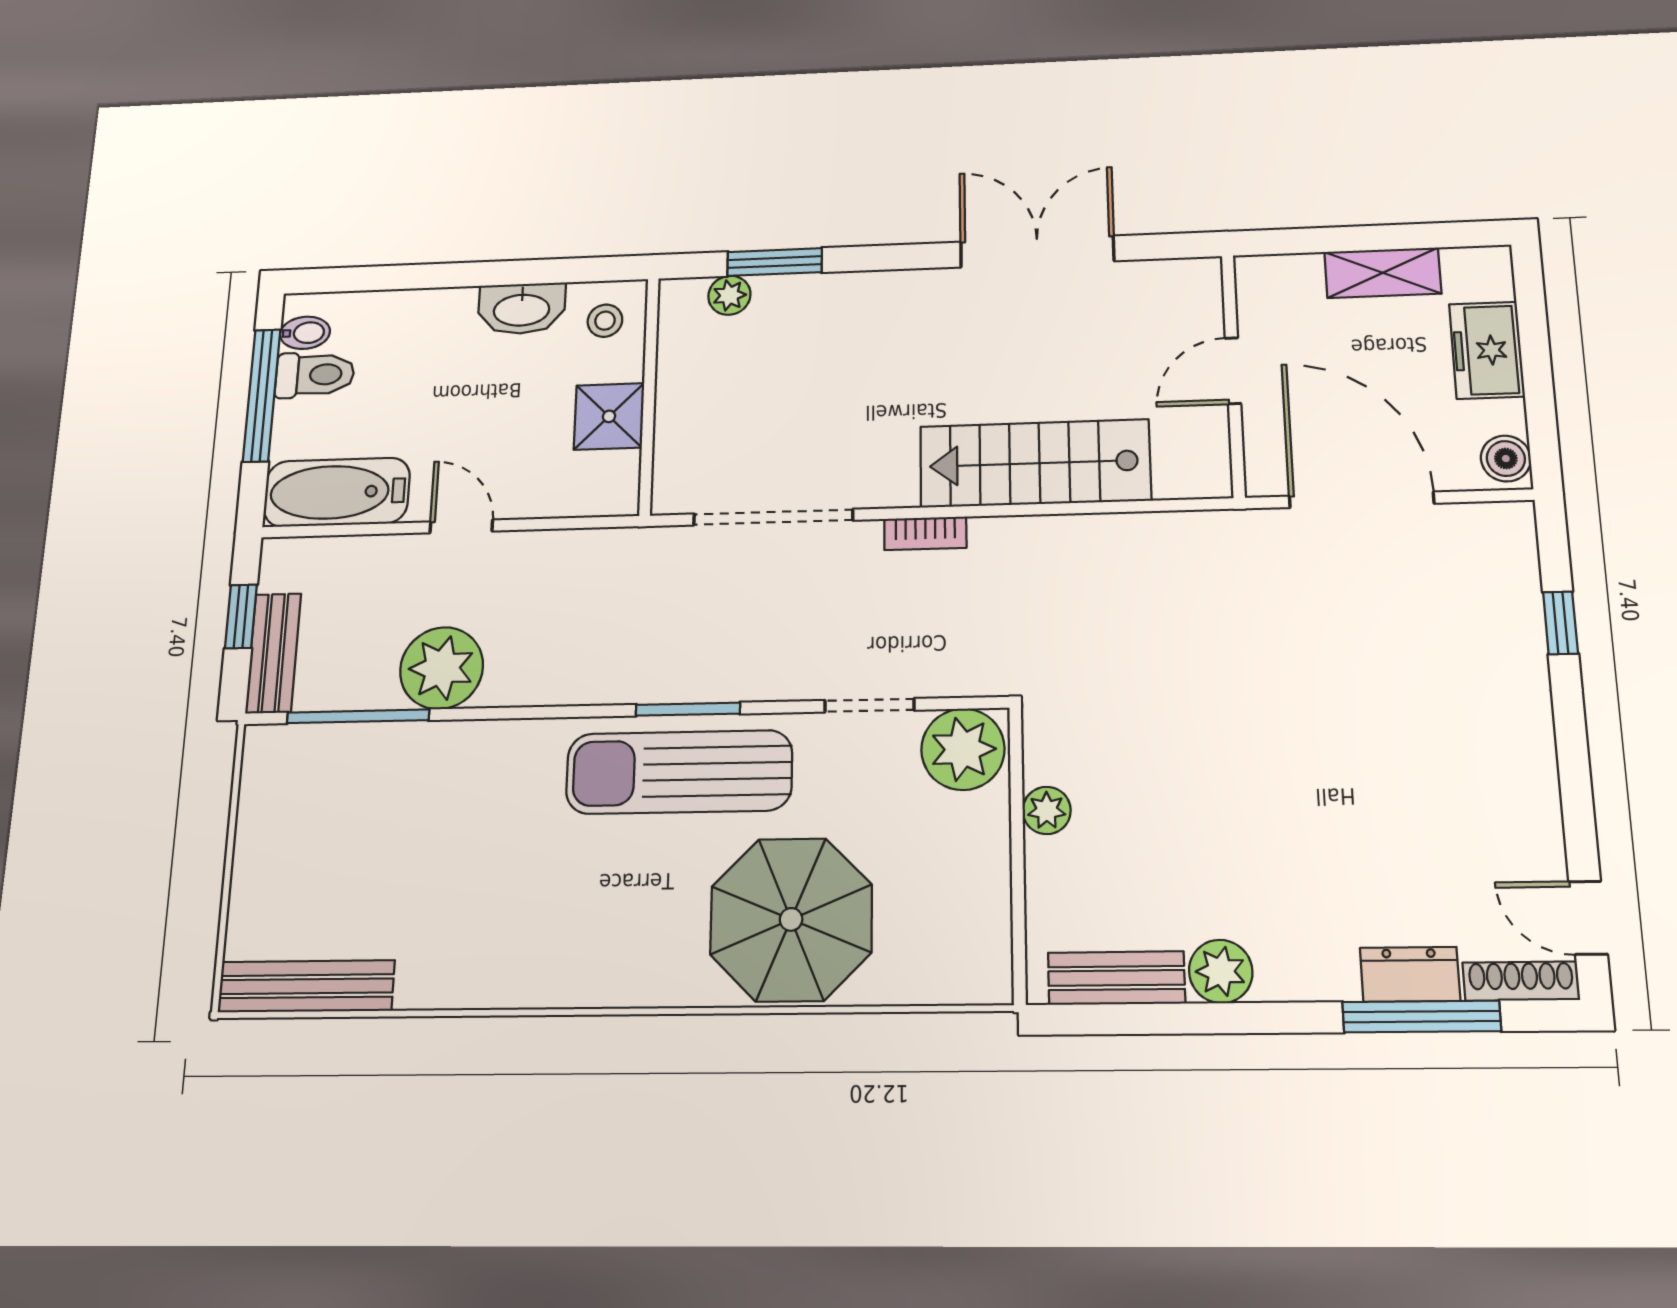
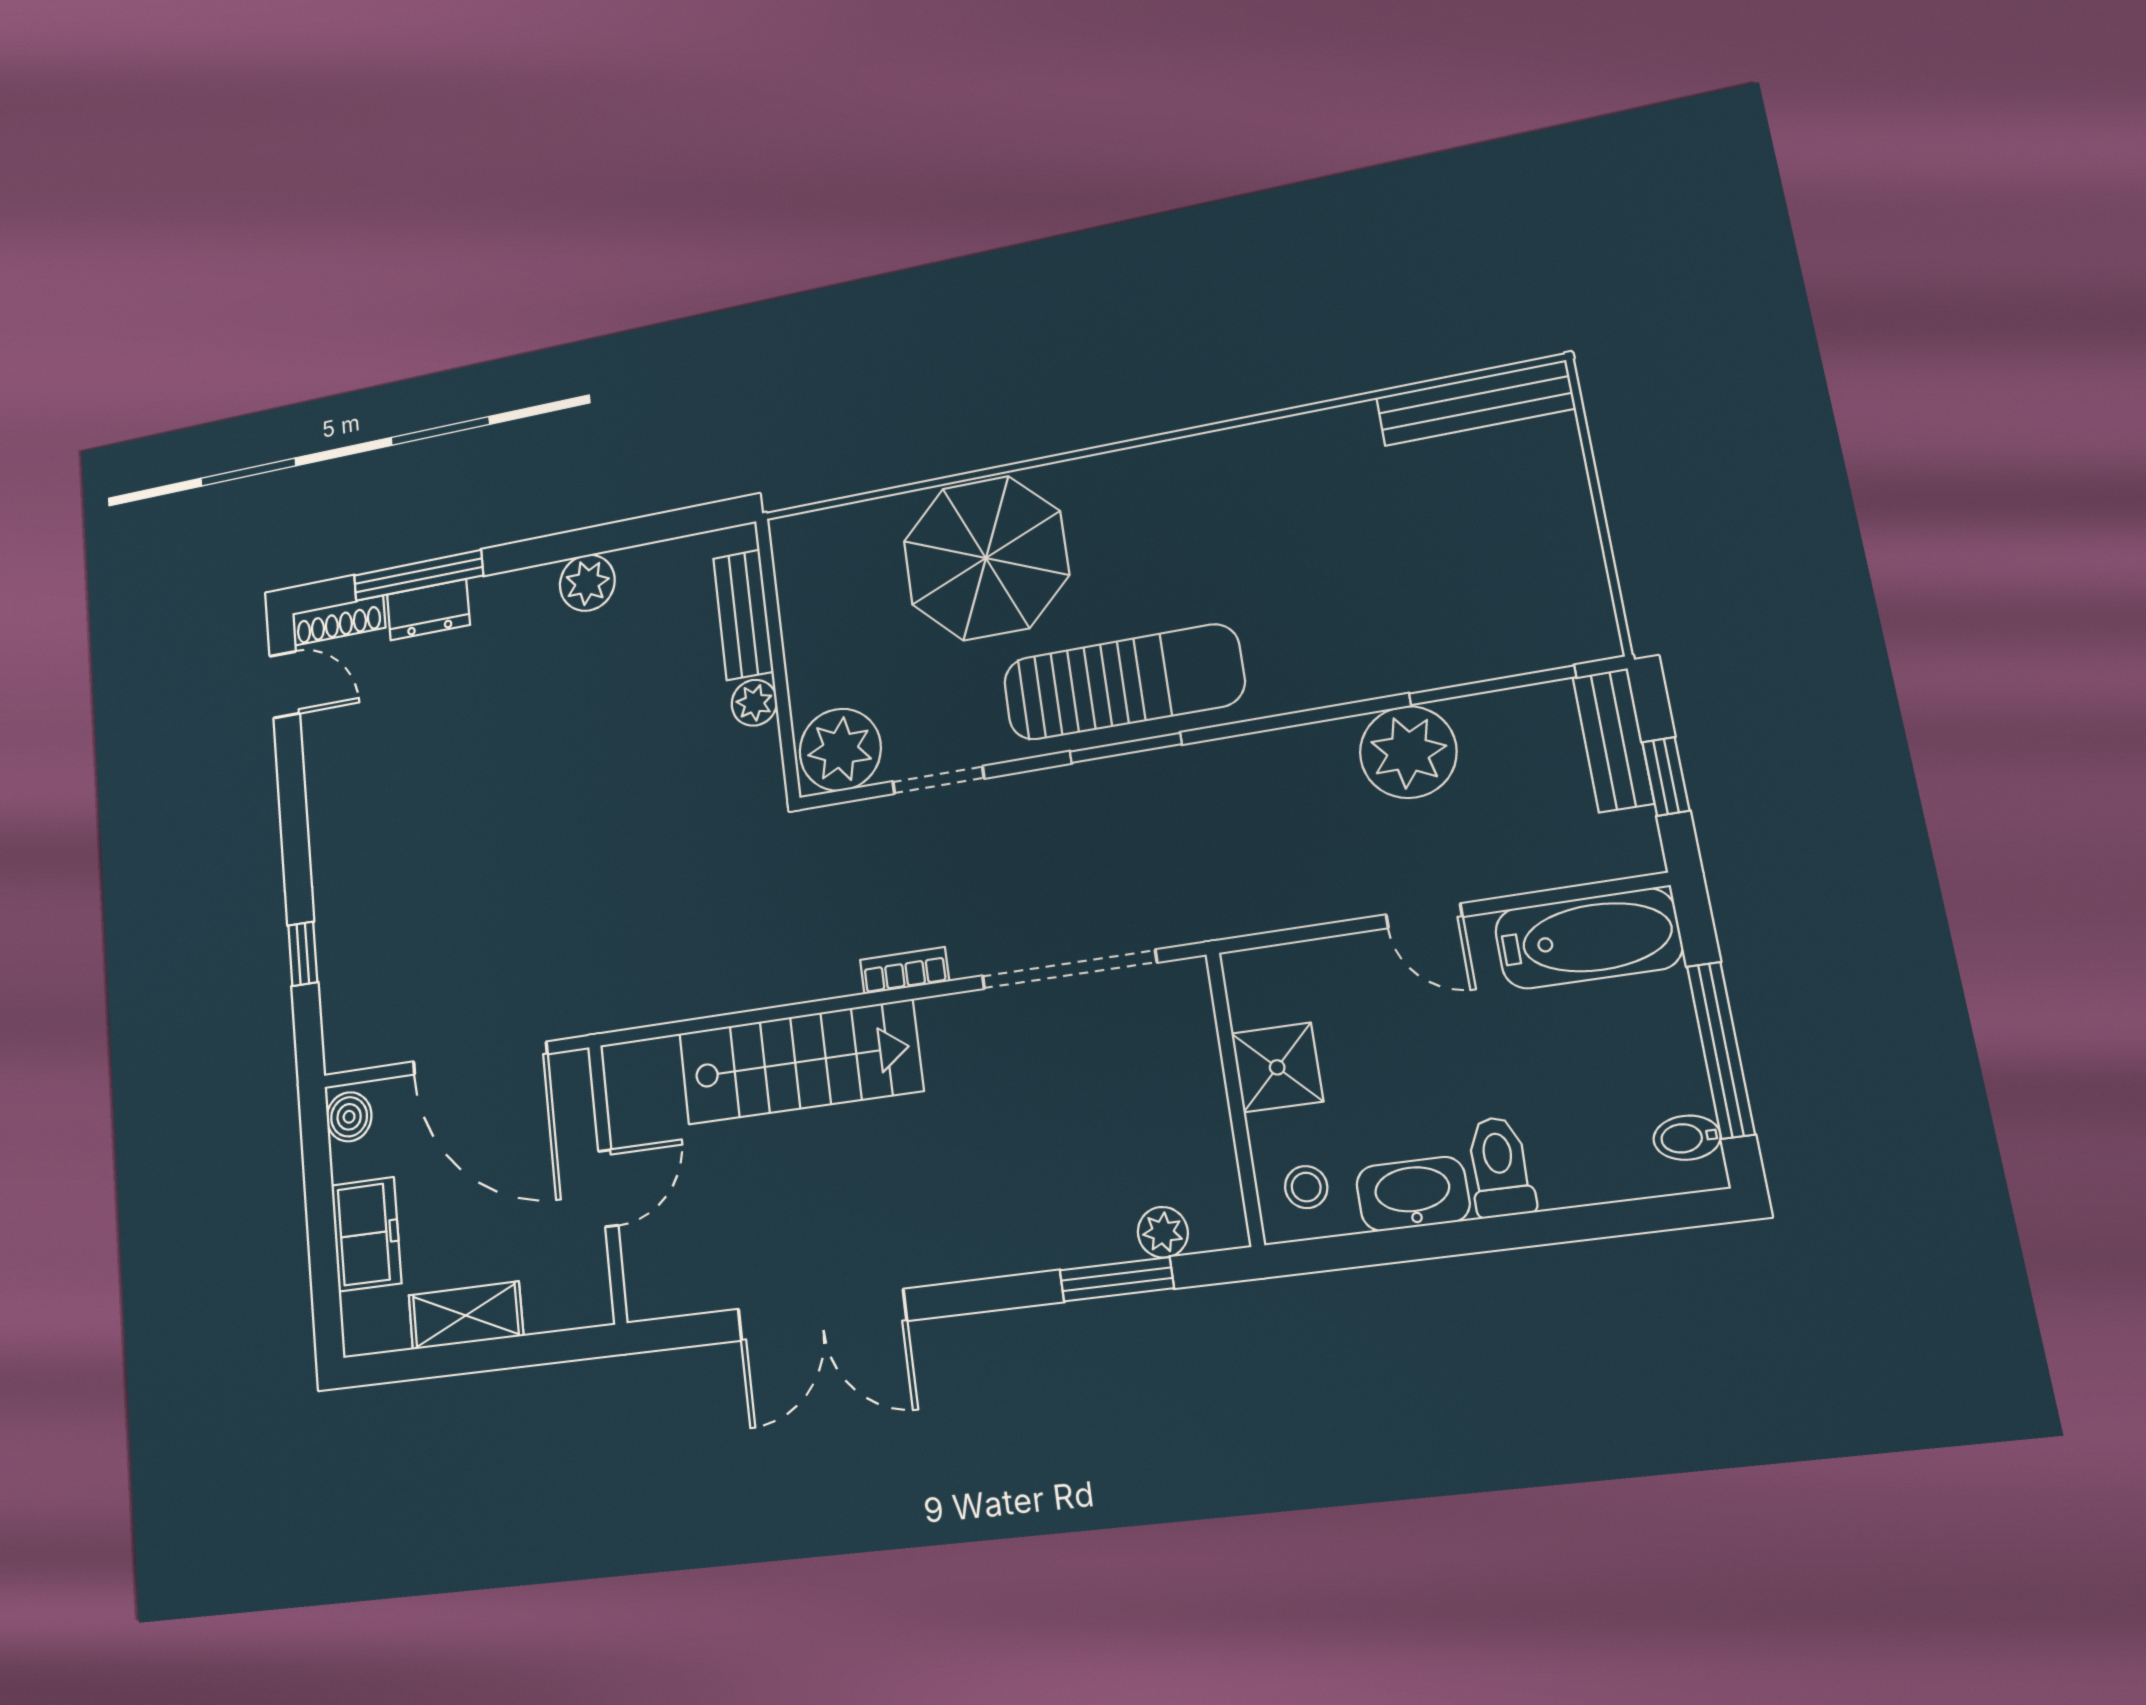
toilet: (315, 375) -> (1500, 1167), moved, turned 90
bench: (1116, 978) -> (743, 615), moved, turned 90

